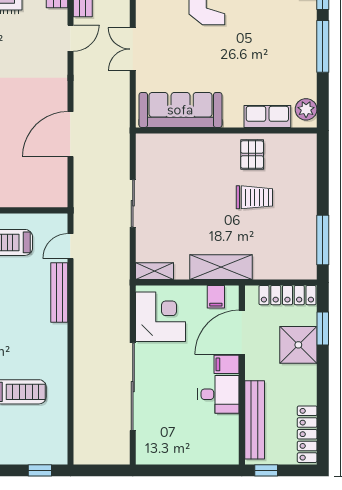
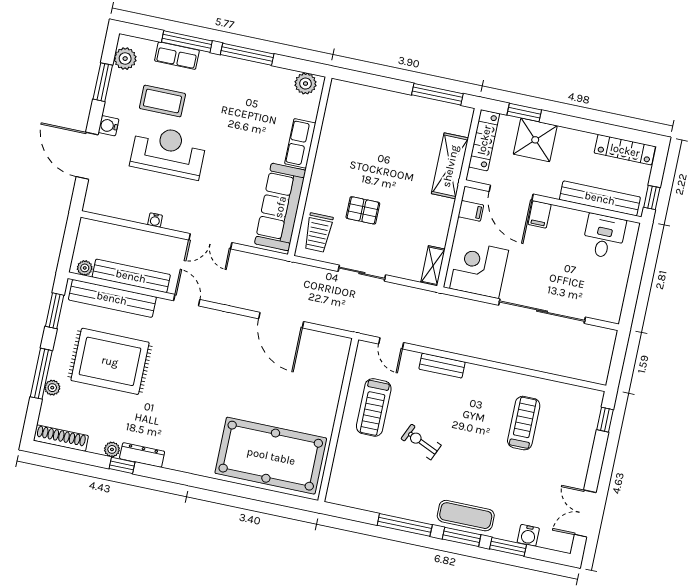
row of seats: (267, 116) -> (300, 143), moved
pallet: (252, 155) -> (363, 210), moved
trolley: (254, 197) -> (318, 233), moved, turned 180
shelving: (221, 267) -> (450, 166), moved
bench: (59, 292) -> (442, 366), width x0.73
desk: (218, 394) -> (604, 236), moved

